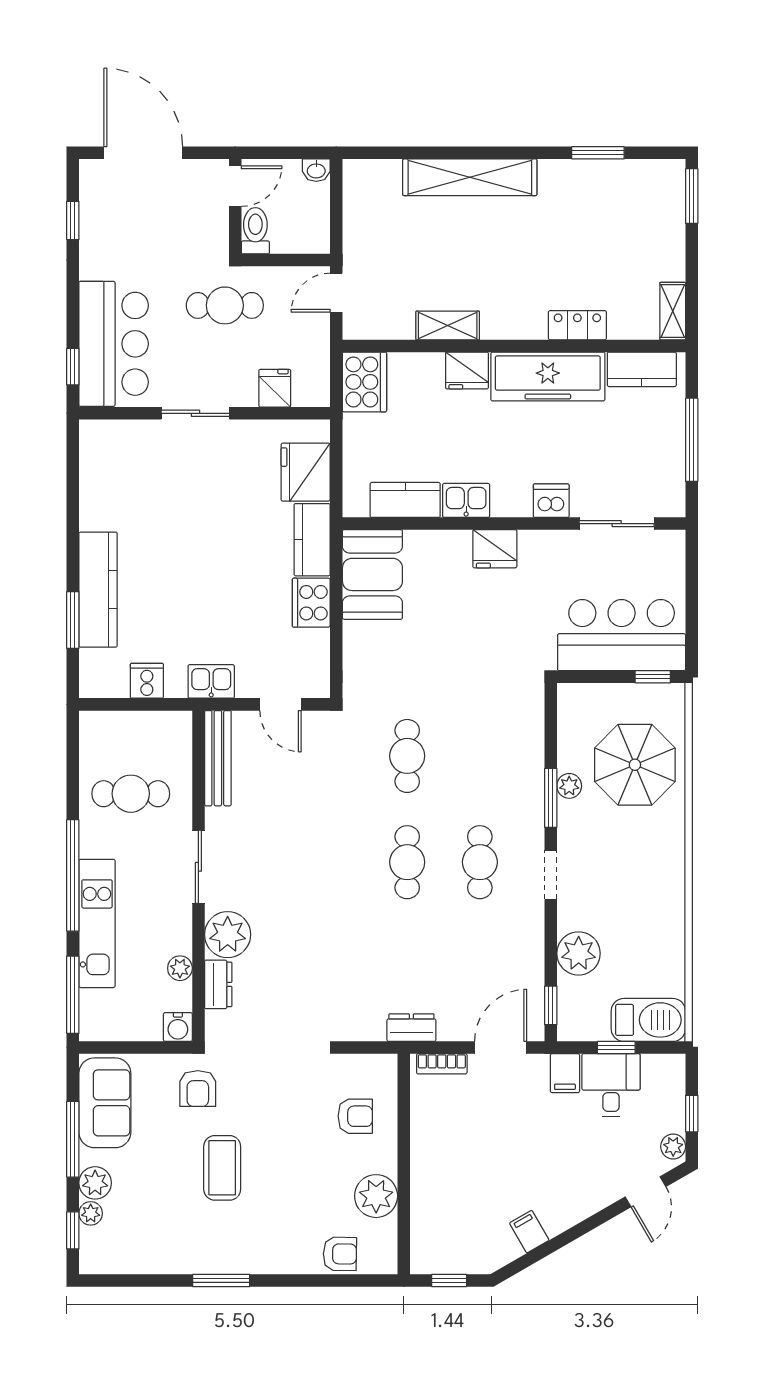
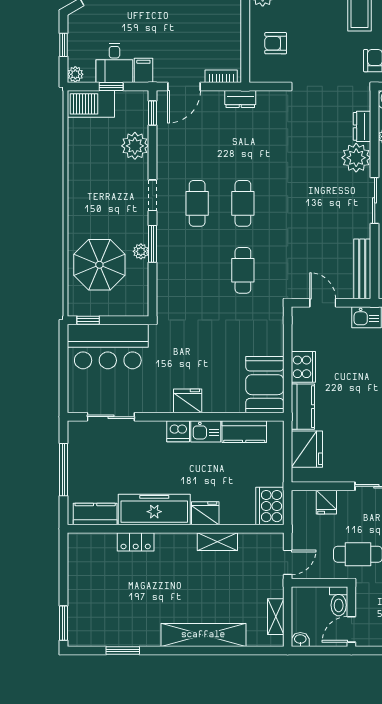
shelving: (673, 311) -> (276, 617), moved
dishwasher: (551, 501) -> (178, 431), moved
plant: (673, 1146) -> (75, 74), moved

